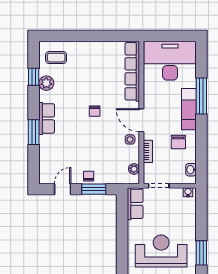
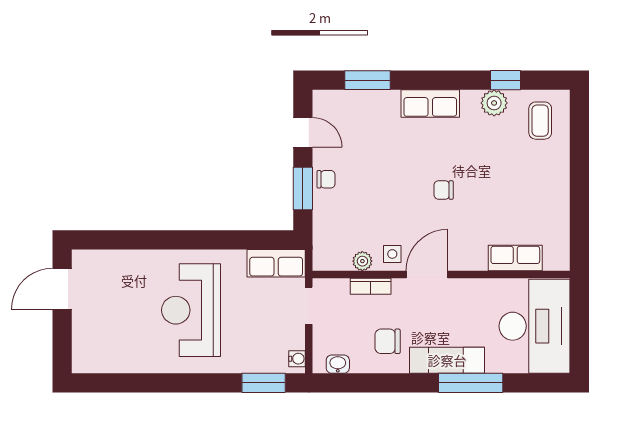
row of seats: (132, 71) -> (515, 258), width x0.50
window: (34, 132) -> (368, 80), moved
plant: (134, 169) -> (362, 261), moved
reception desk: (161, 251) -> (191, 310), turned 180
window: (201, 253) -> (264, 383), moved

